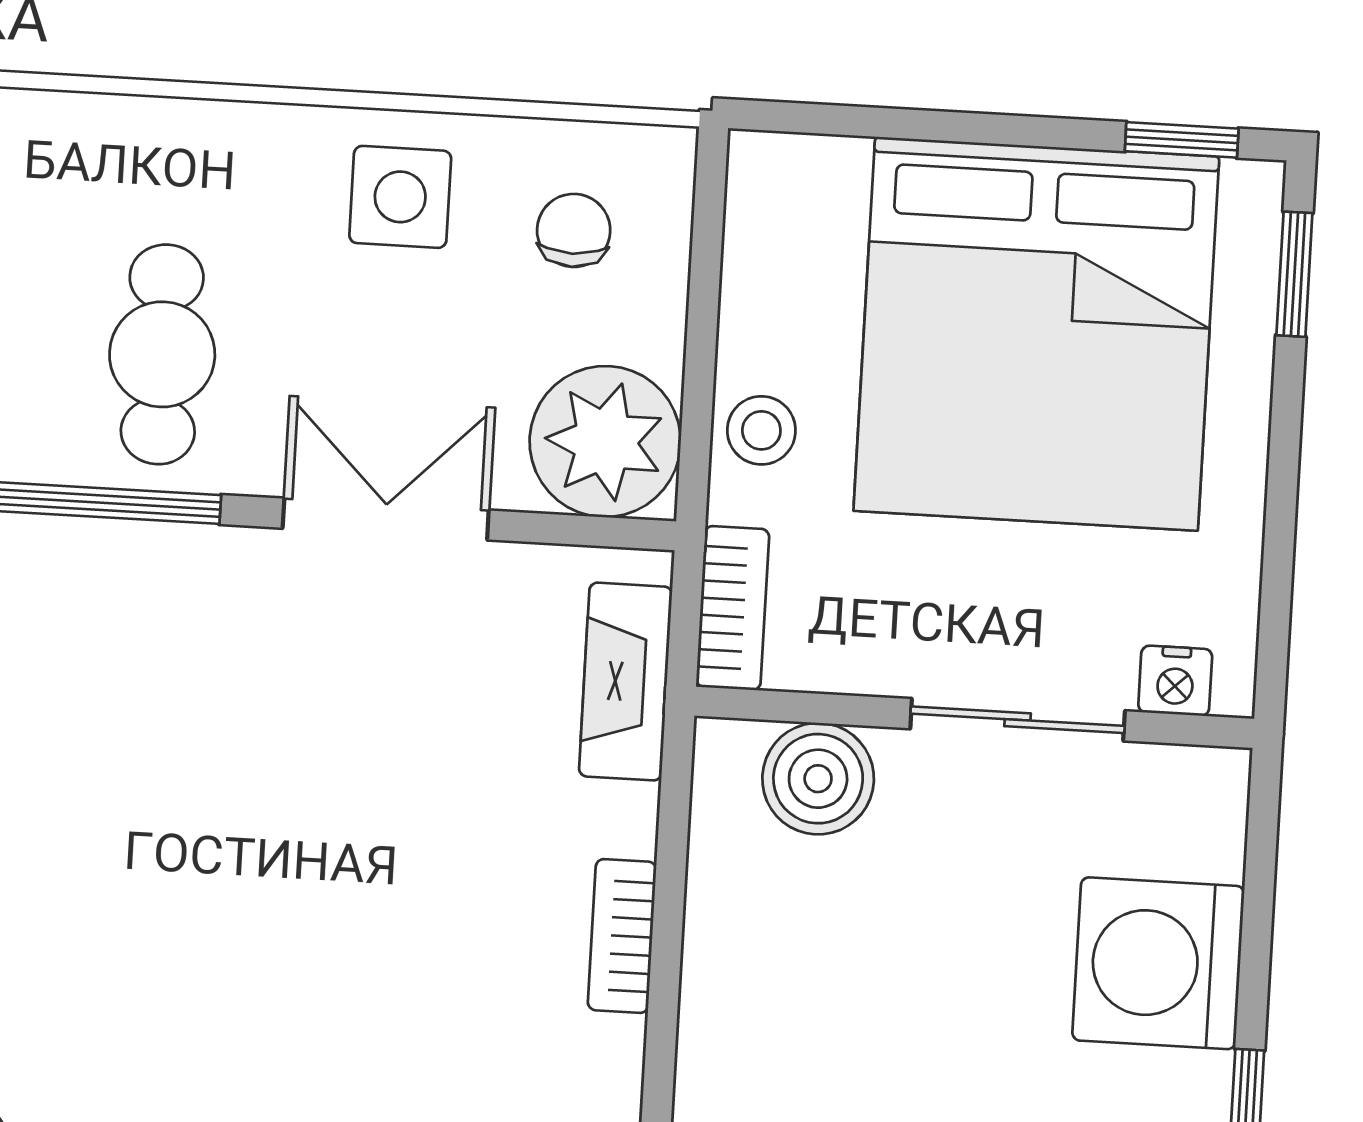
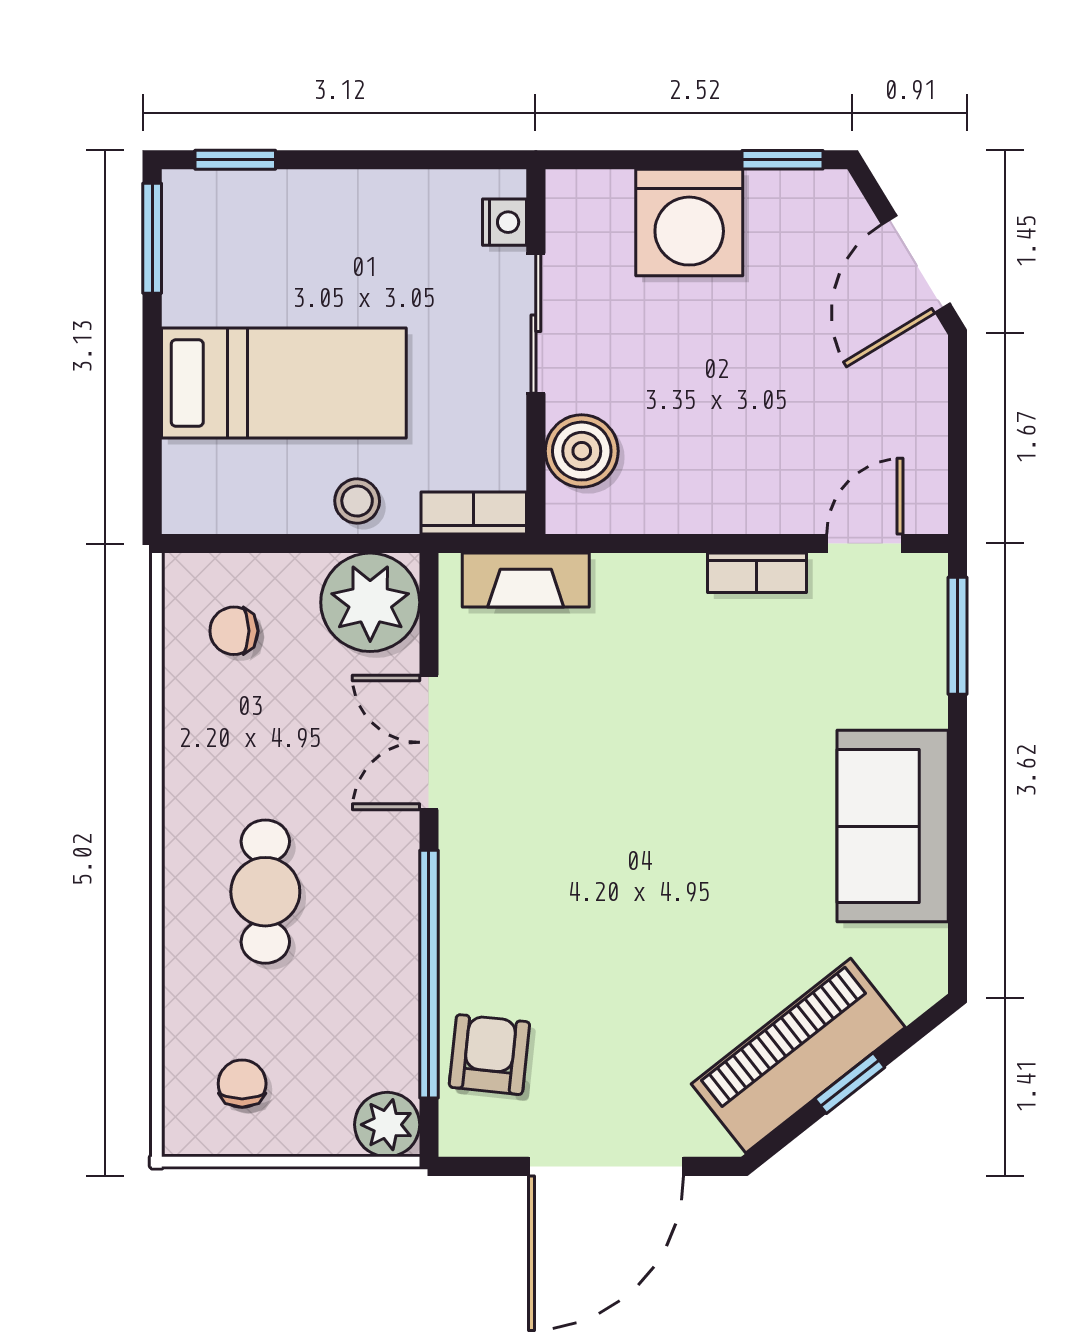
window: (1182, 140) -> (152, 238), width x1.50
side table: (400, 197) -> (219, 745), removed
bed: (1036, 334) -> (284, 383), width x0.49
cafe table: (162, 354) -> (265, 892), moved, turned 90
bookcase: (622, 936) -> (757, 573), moved

